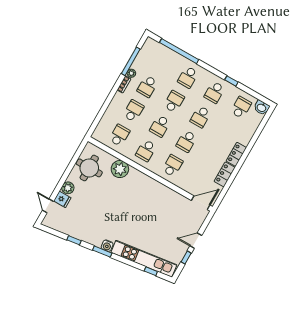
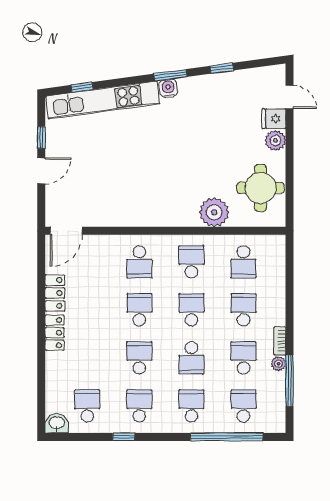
school desk: (161, 62) -> (244, 406), added
school desk: (241, 107) -> (87, 406), turned 180
school desk: (133, 111) -> (244, 310), turned 180

